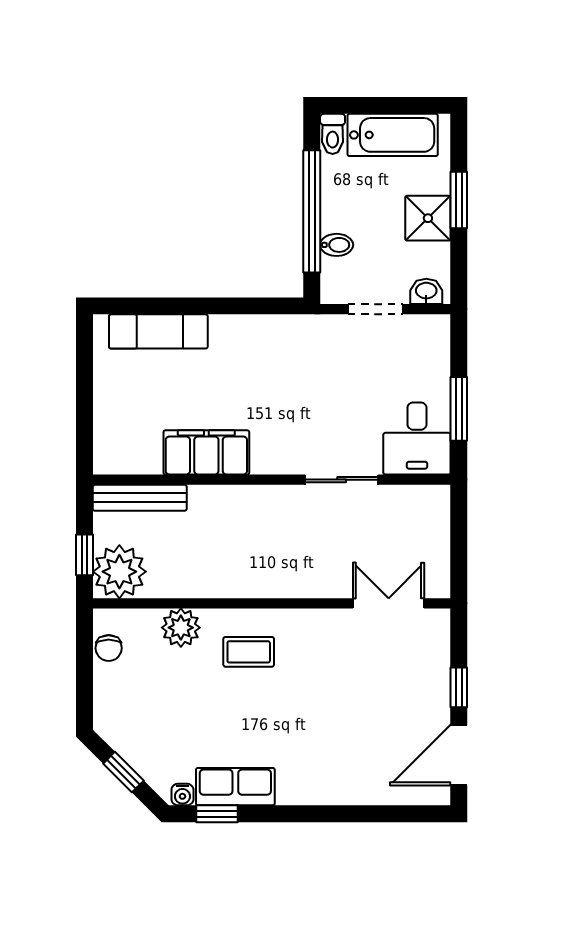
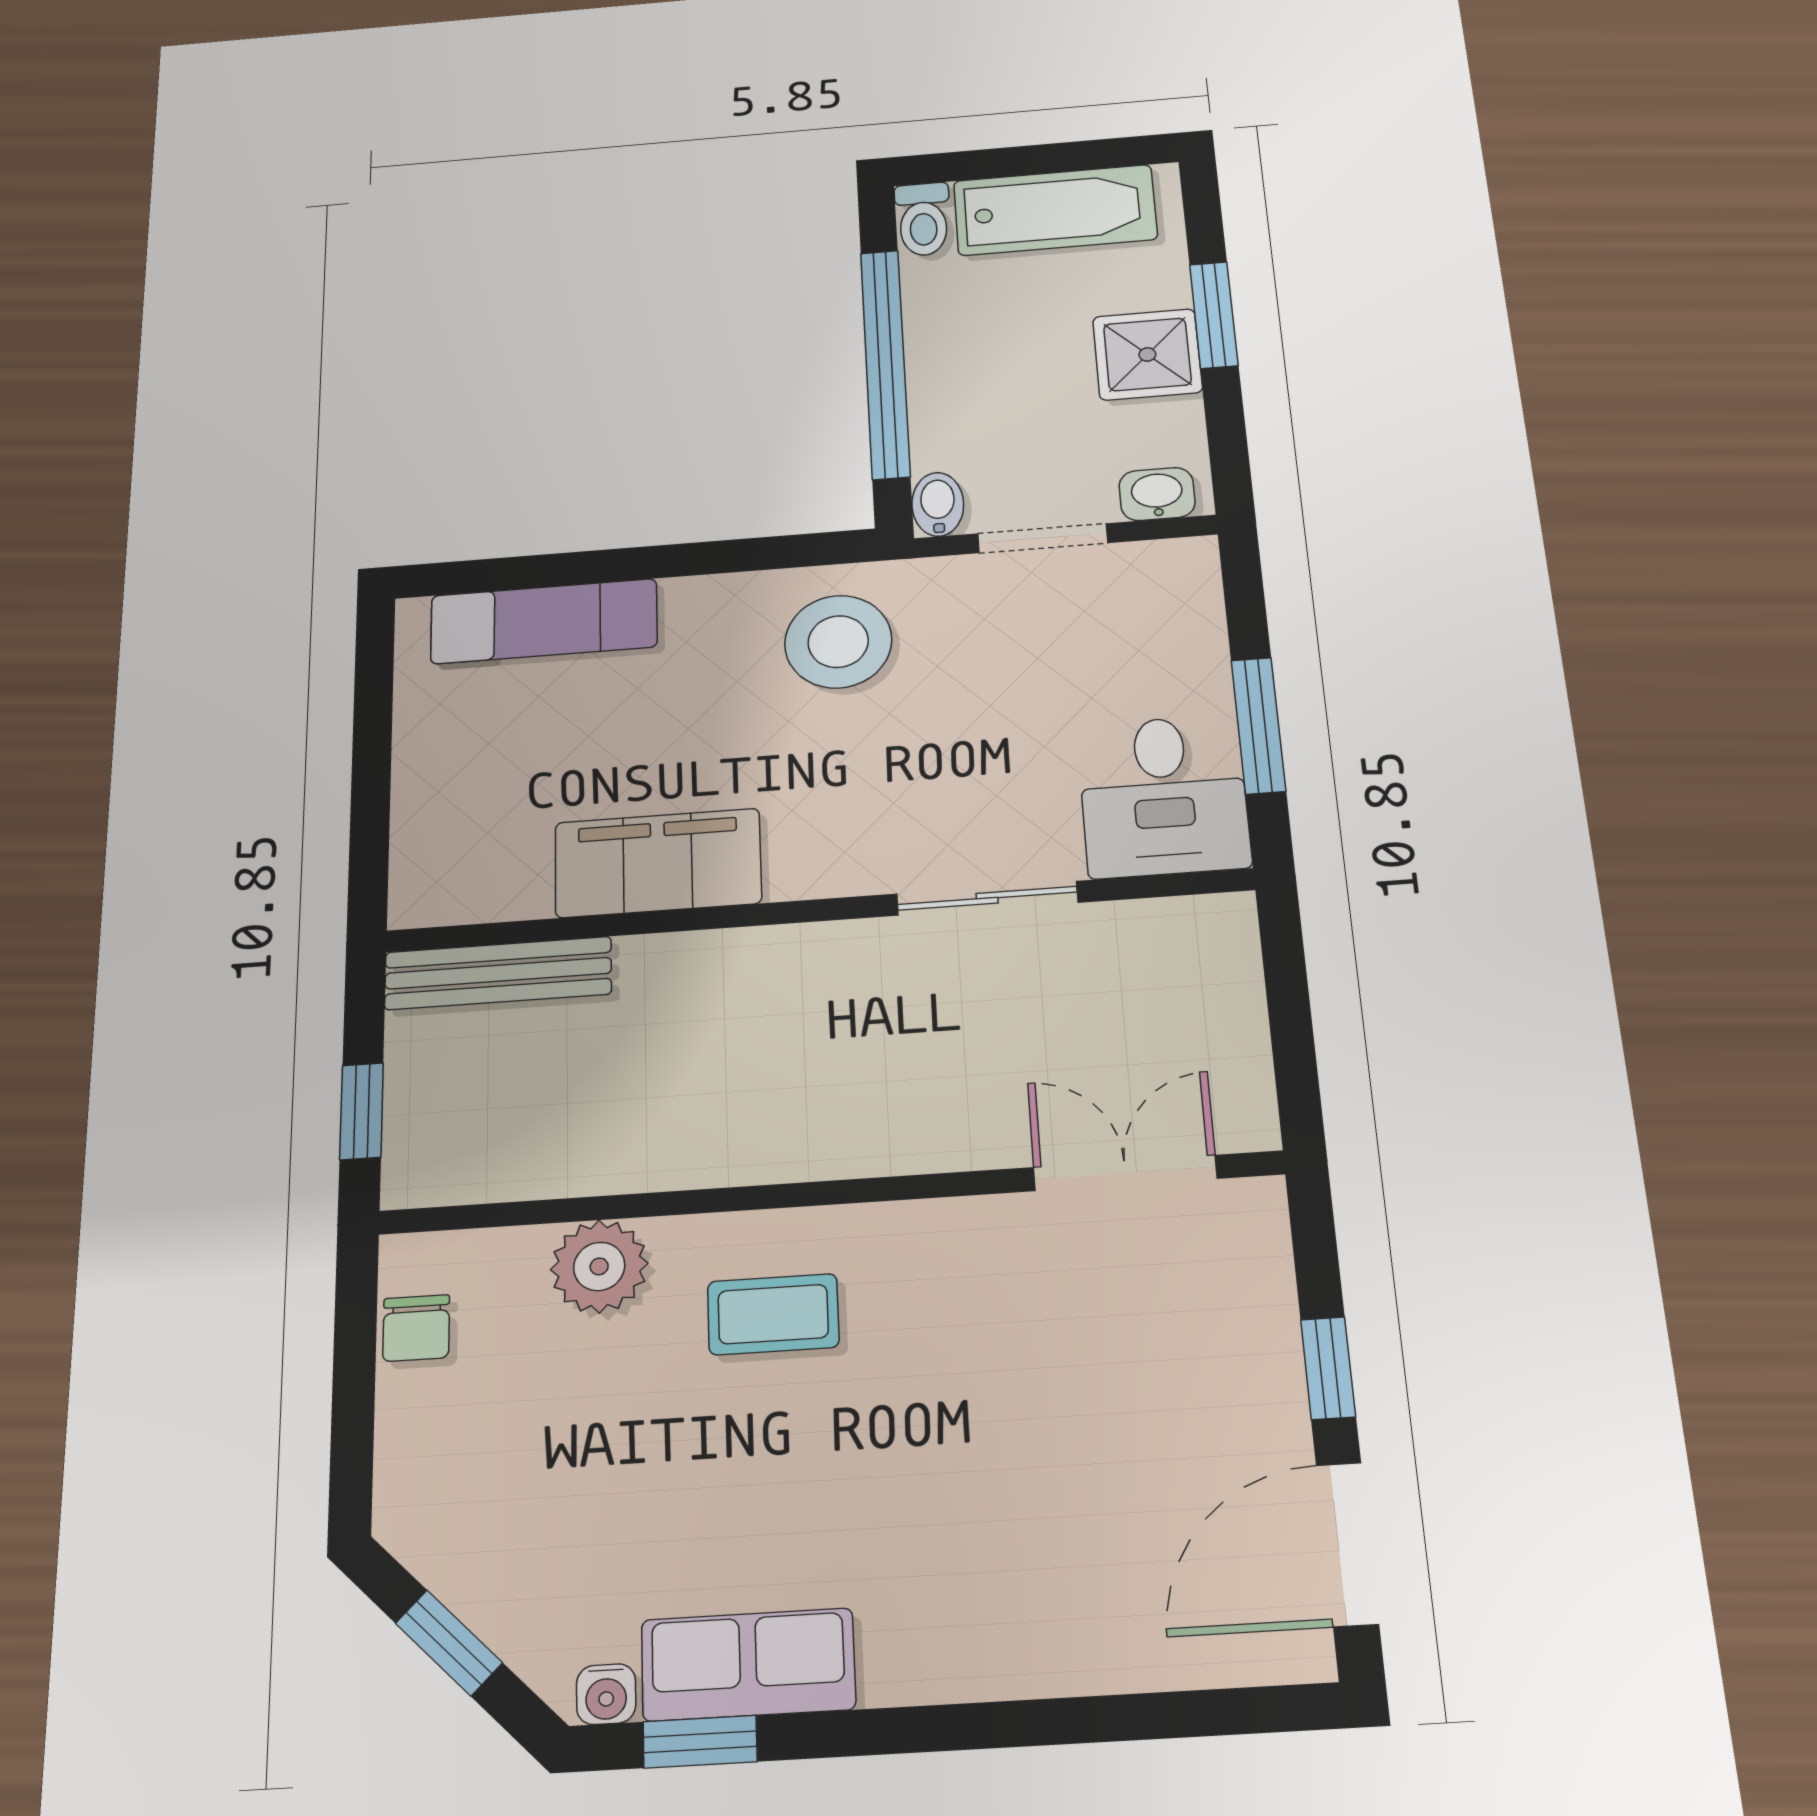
bidet: (337, 245) -> (938, 504), moved, turned -90
stool: (285, 353) -> (838, 642), added
plant: (119, 572) -> (446, 1144), removed

